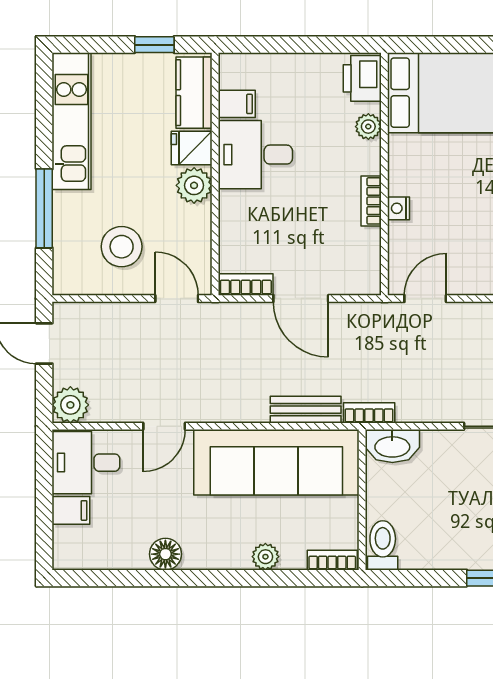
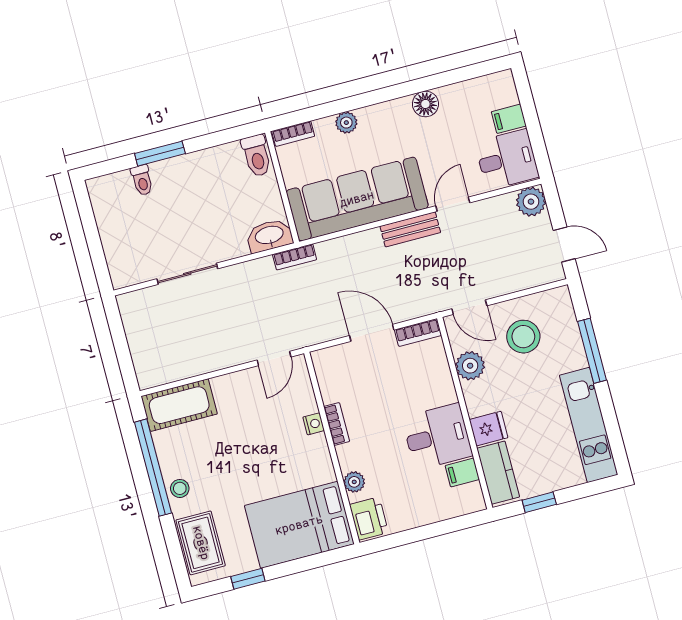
plant: (194, 185) -> (470, 366), moved
bench: (306, 410) -> (410, 229), moved

